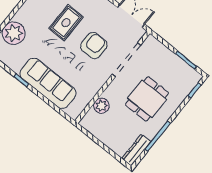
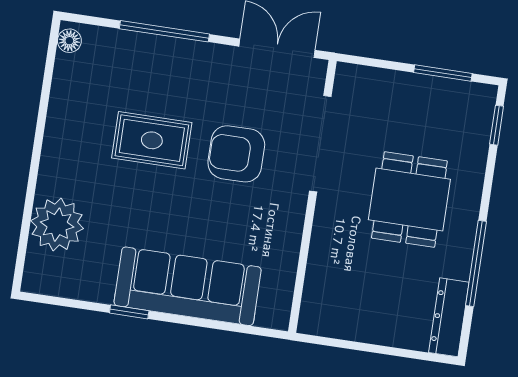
rug: (66, 23) -> (152, 140), turned 90
armchair: (94, 46) -> (236, 154), turned -90
plant: (101, 106) -> (324, 268), removed

